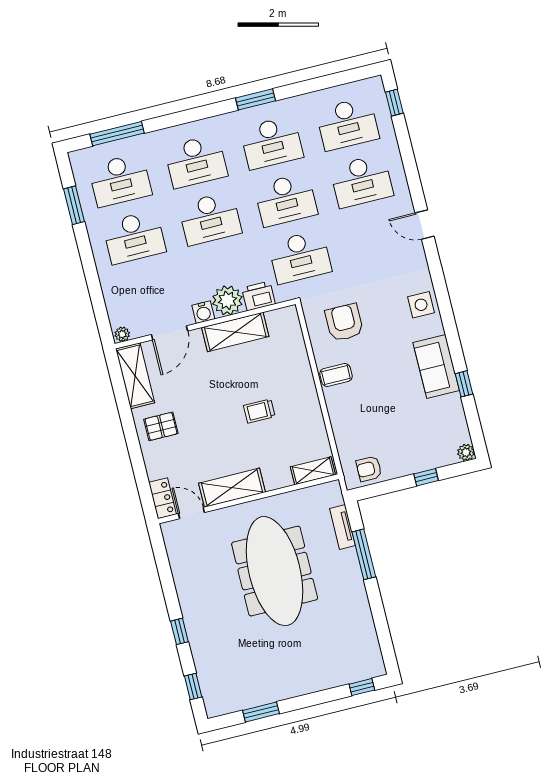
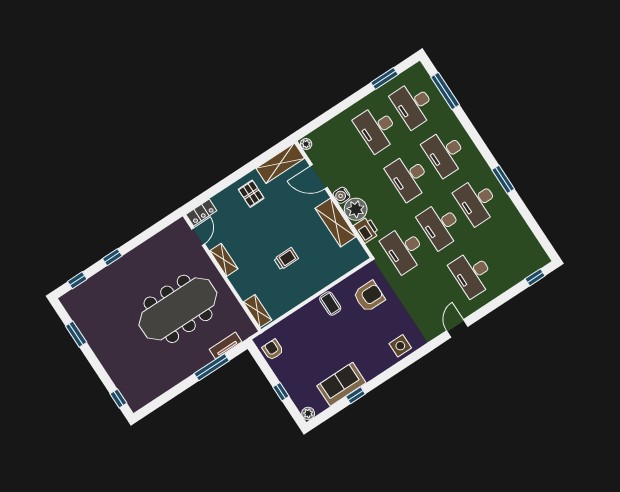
desk: (347, 124) -> (509, 250), removed
sofa: (436, 367) -> (341, 384), moved
trolley: (259, 411) -> (286, 259), turned 90
shelving: (232, 488) -> (224, 260), width x0.67, depth x0.75

